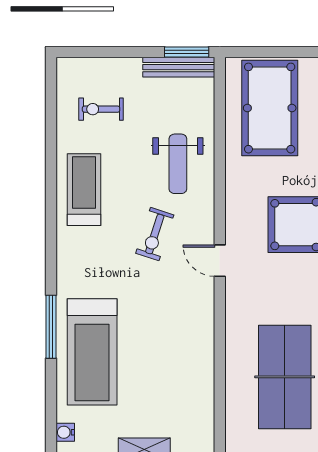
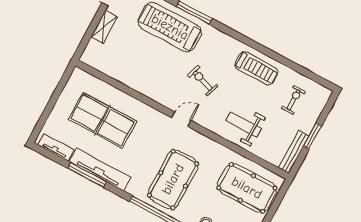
window: (187, 52) -> (312, 136), moved
exercise bike: (155, 234) -> (203, 81), moved

